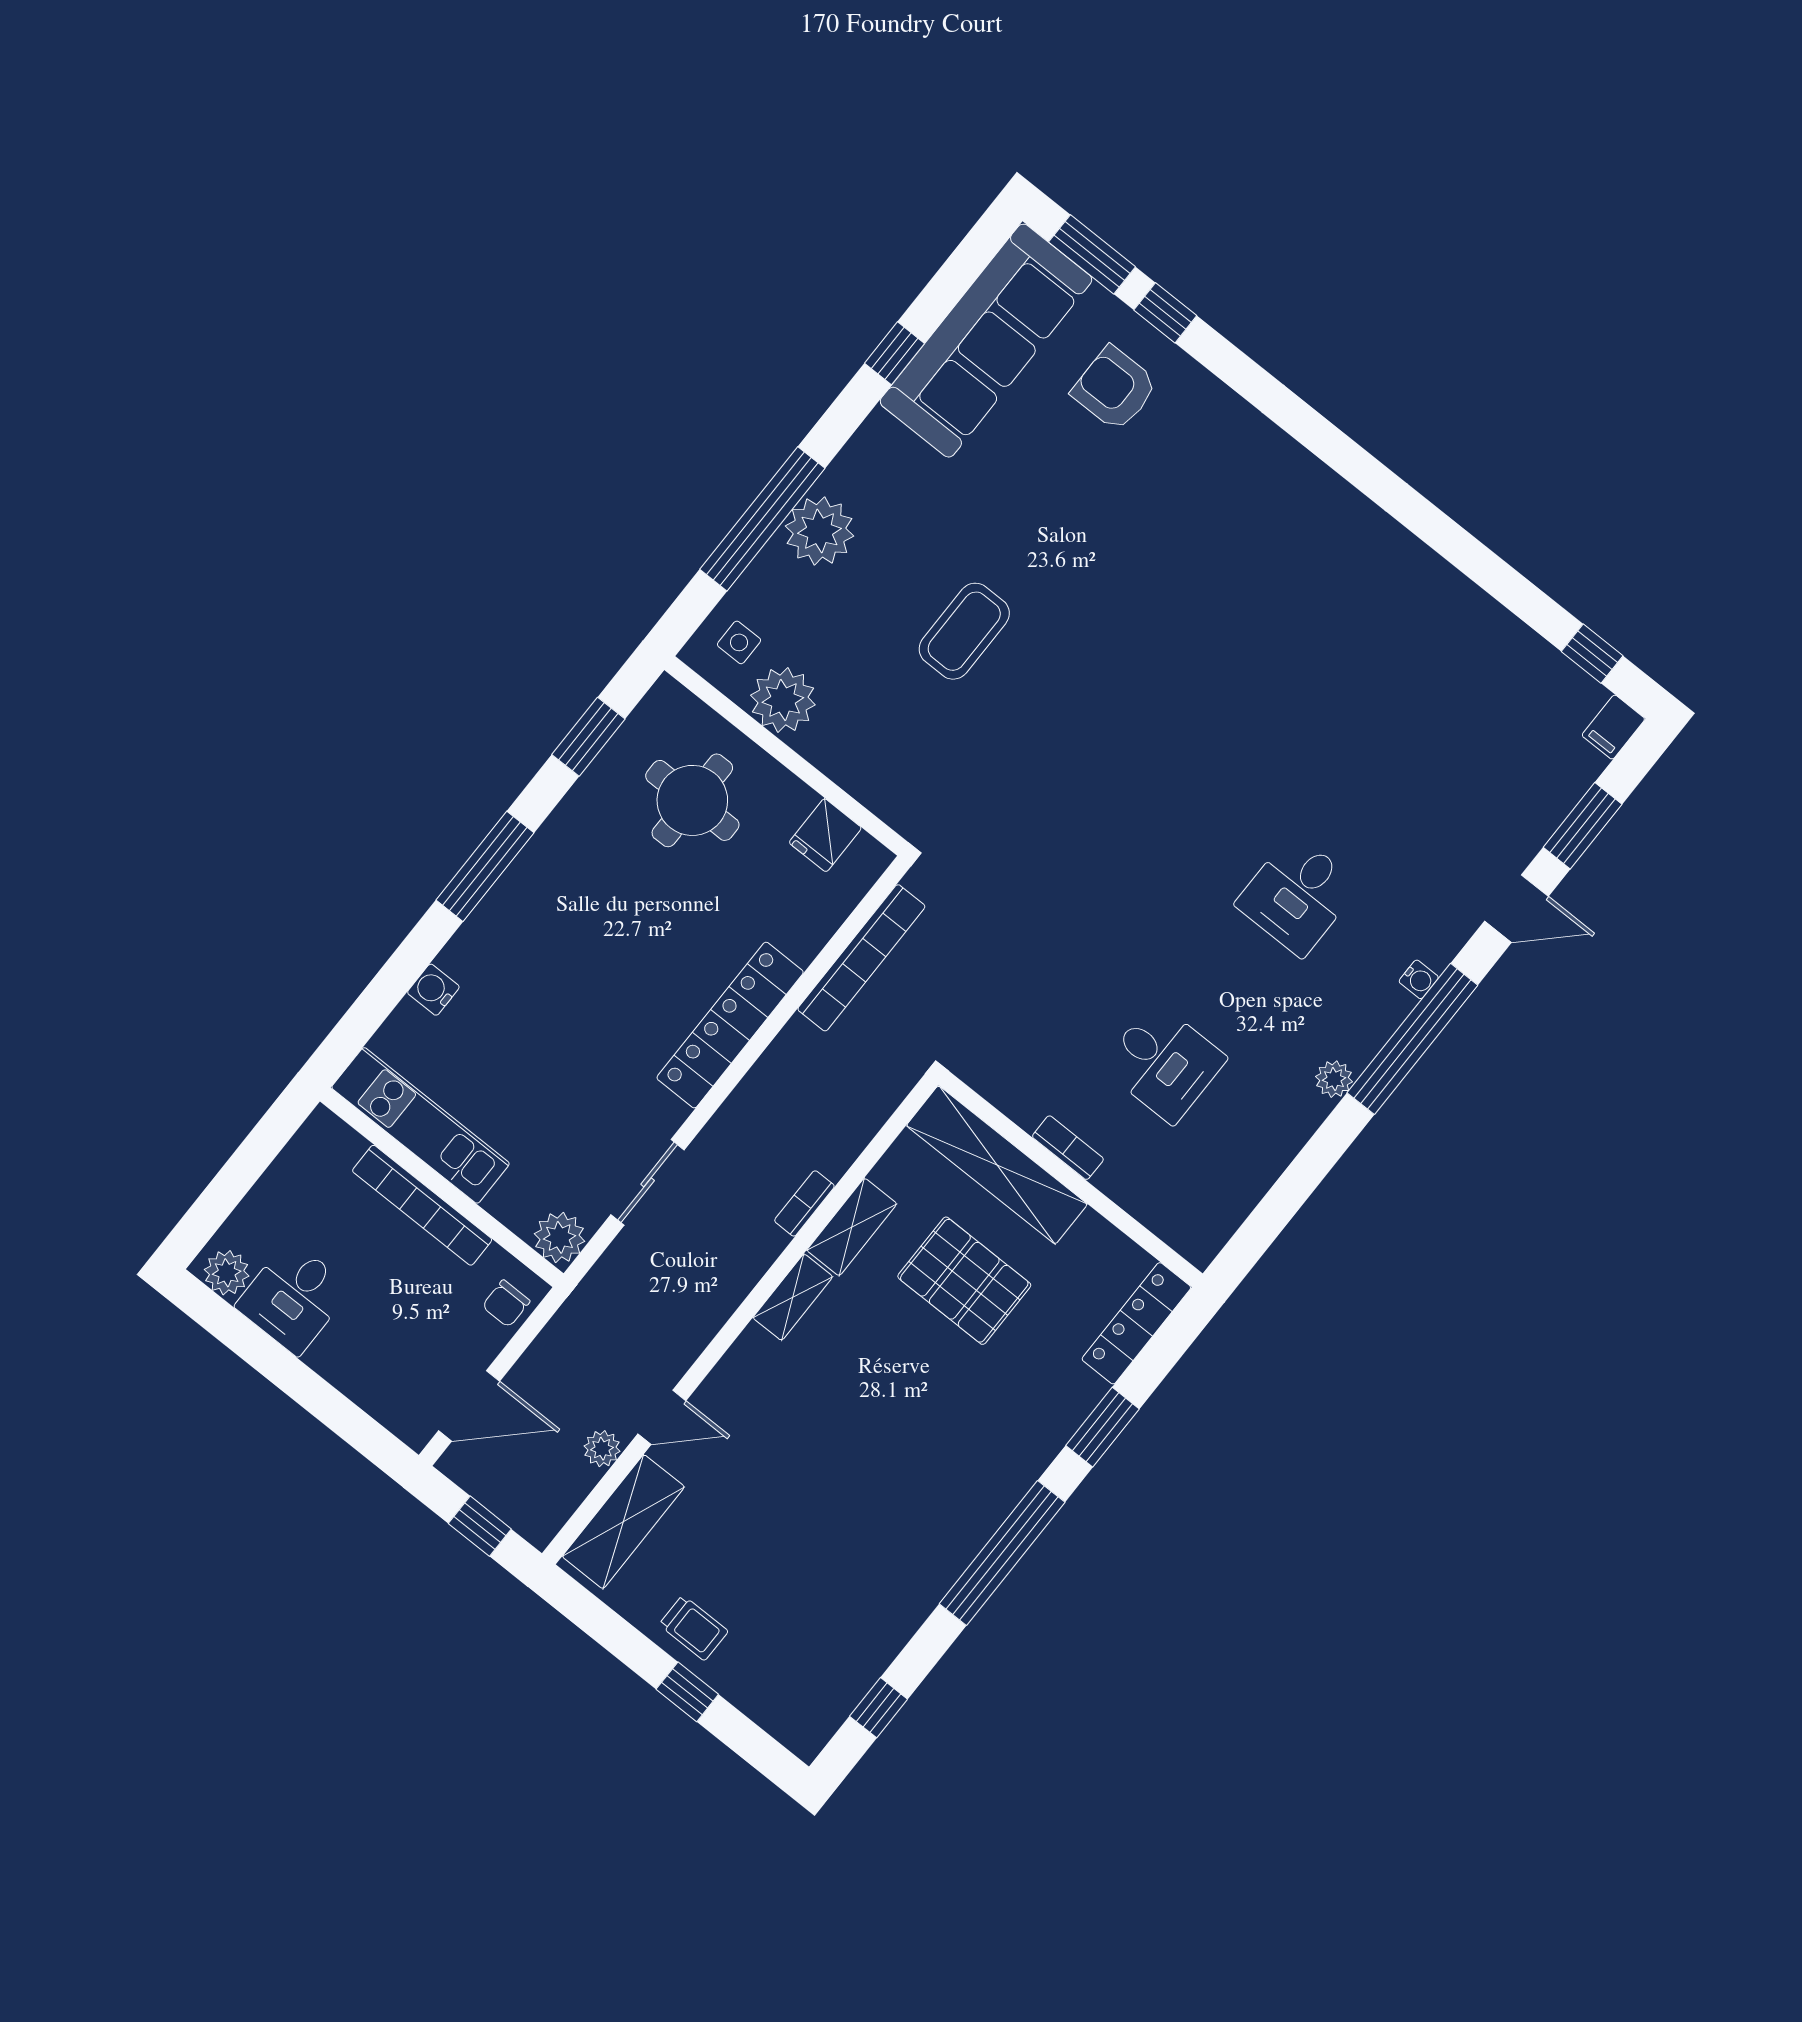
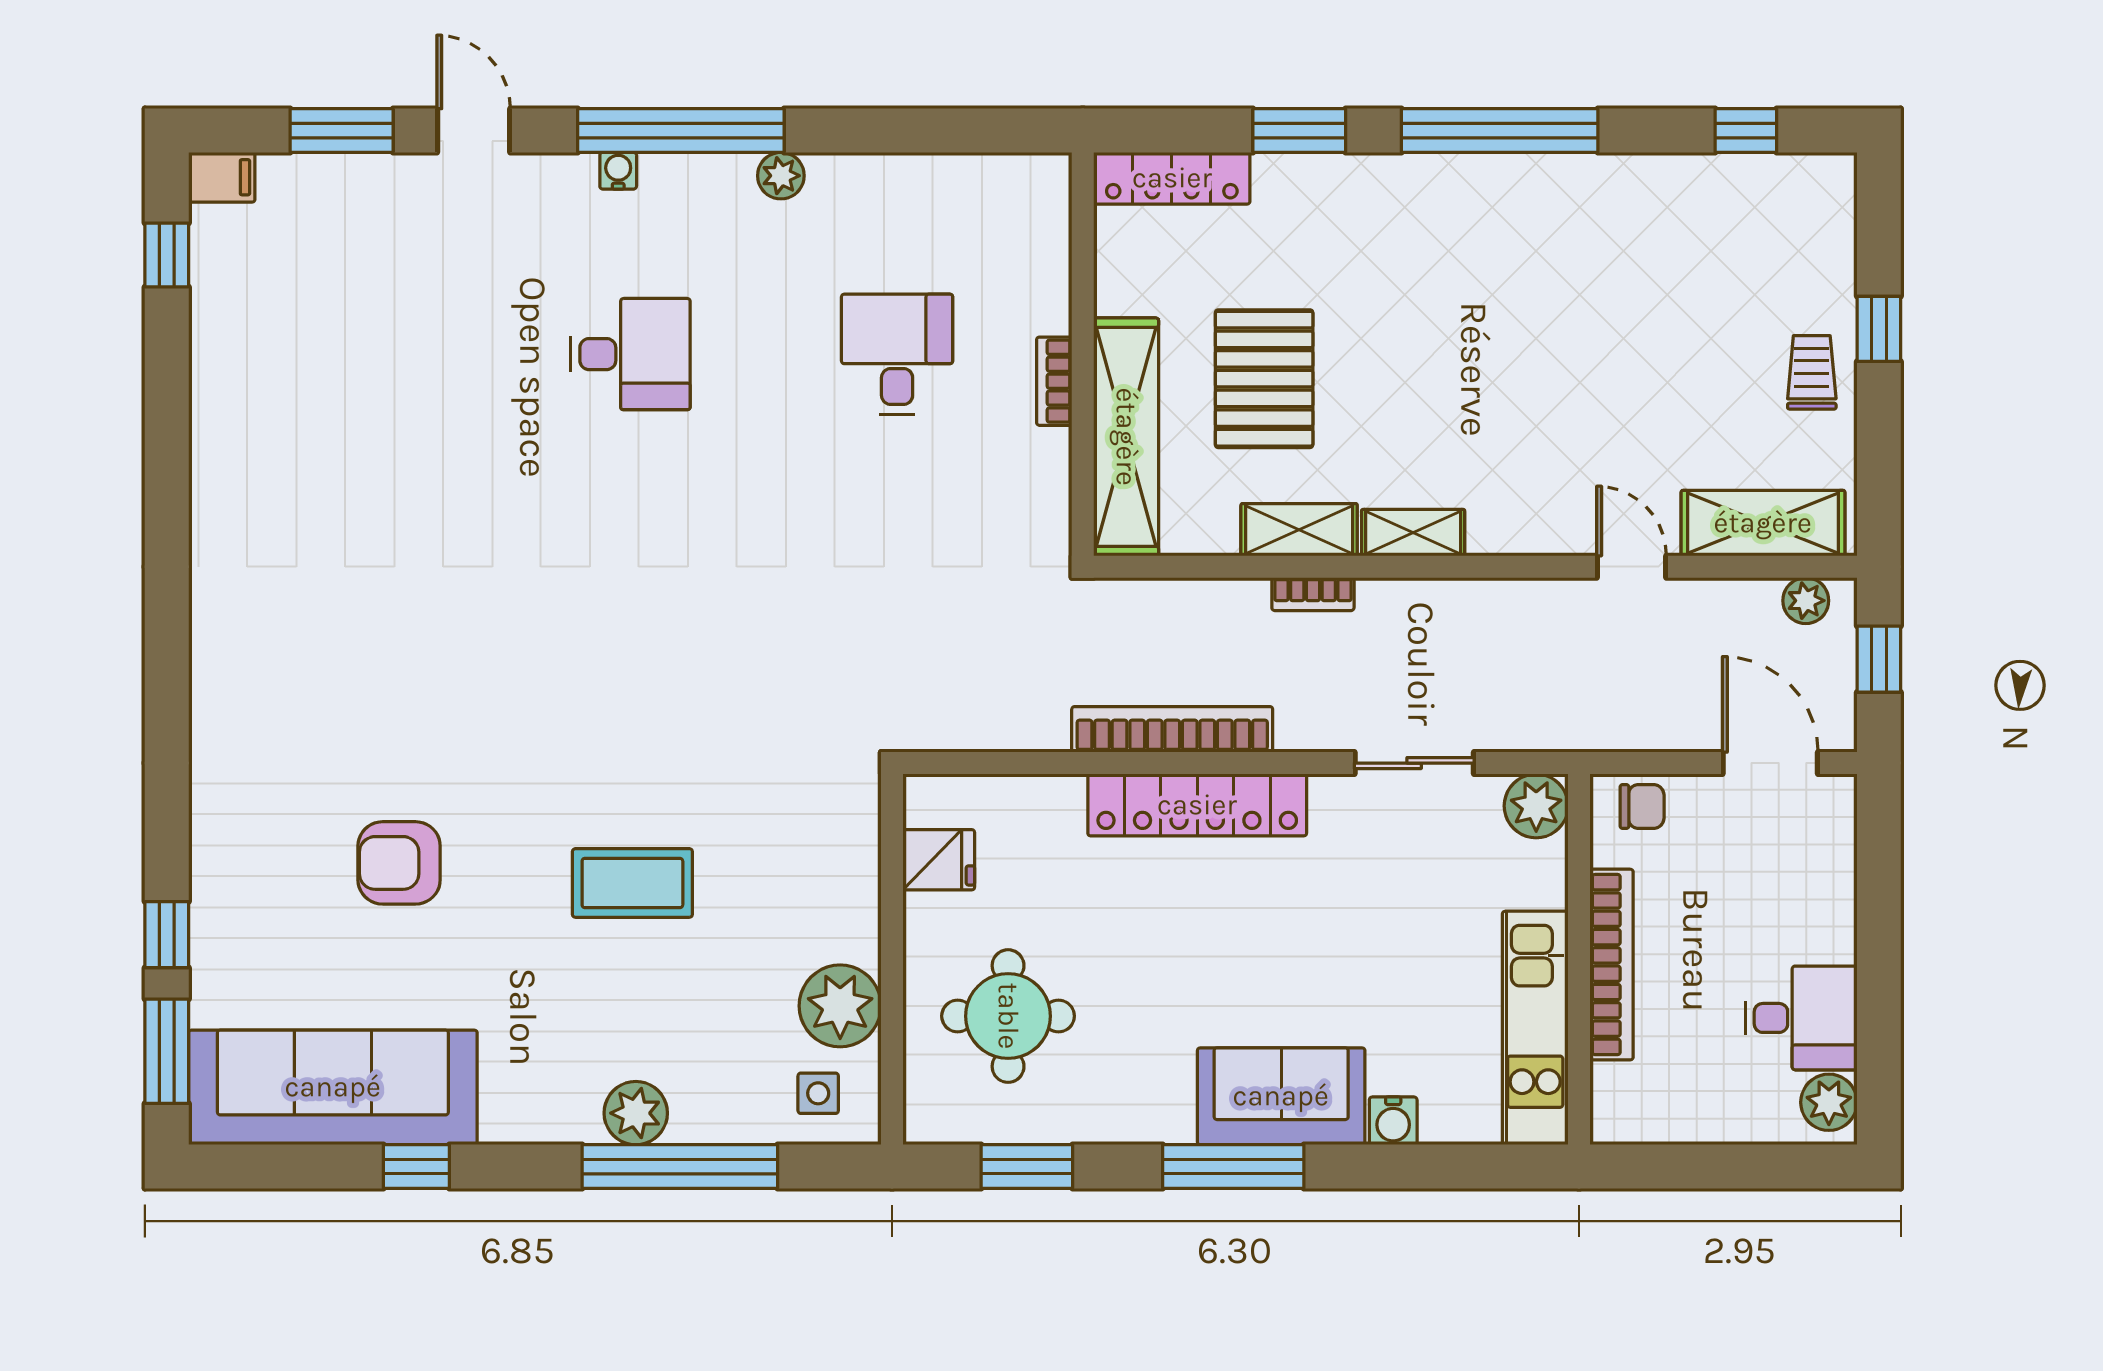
armchair: (1115, 389) -> (399, 863), moved, turned 90
plant: (820, 531) -> (636, 1113), width x0.73, depth x0.73
sofa: (505, 932) -> (1281, 1096), added
bookcase: (861, 958) -> (1172, 729), moved
plant: (602, 1449) -> (1806, 601), moved

